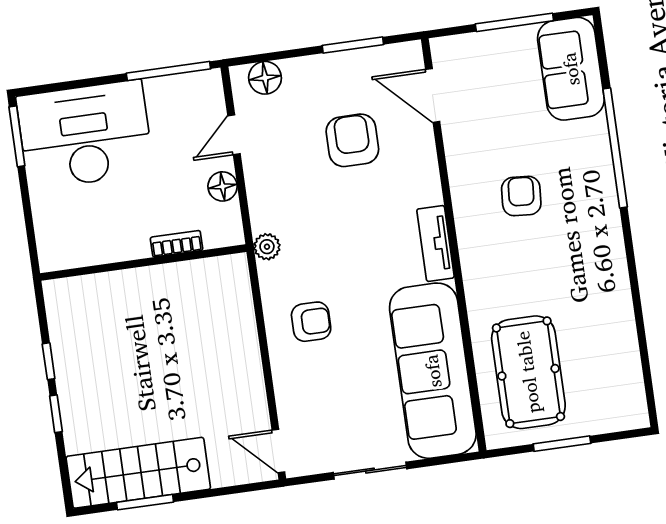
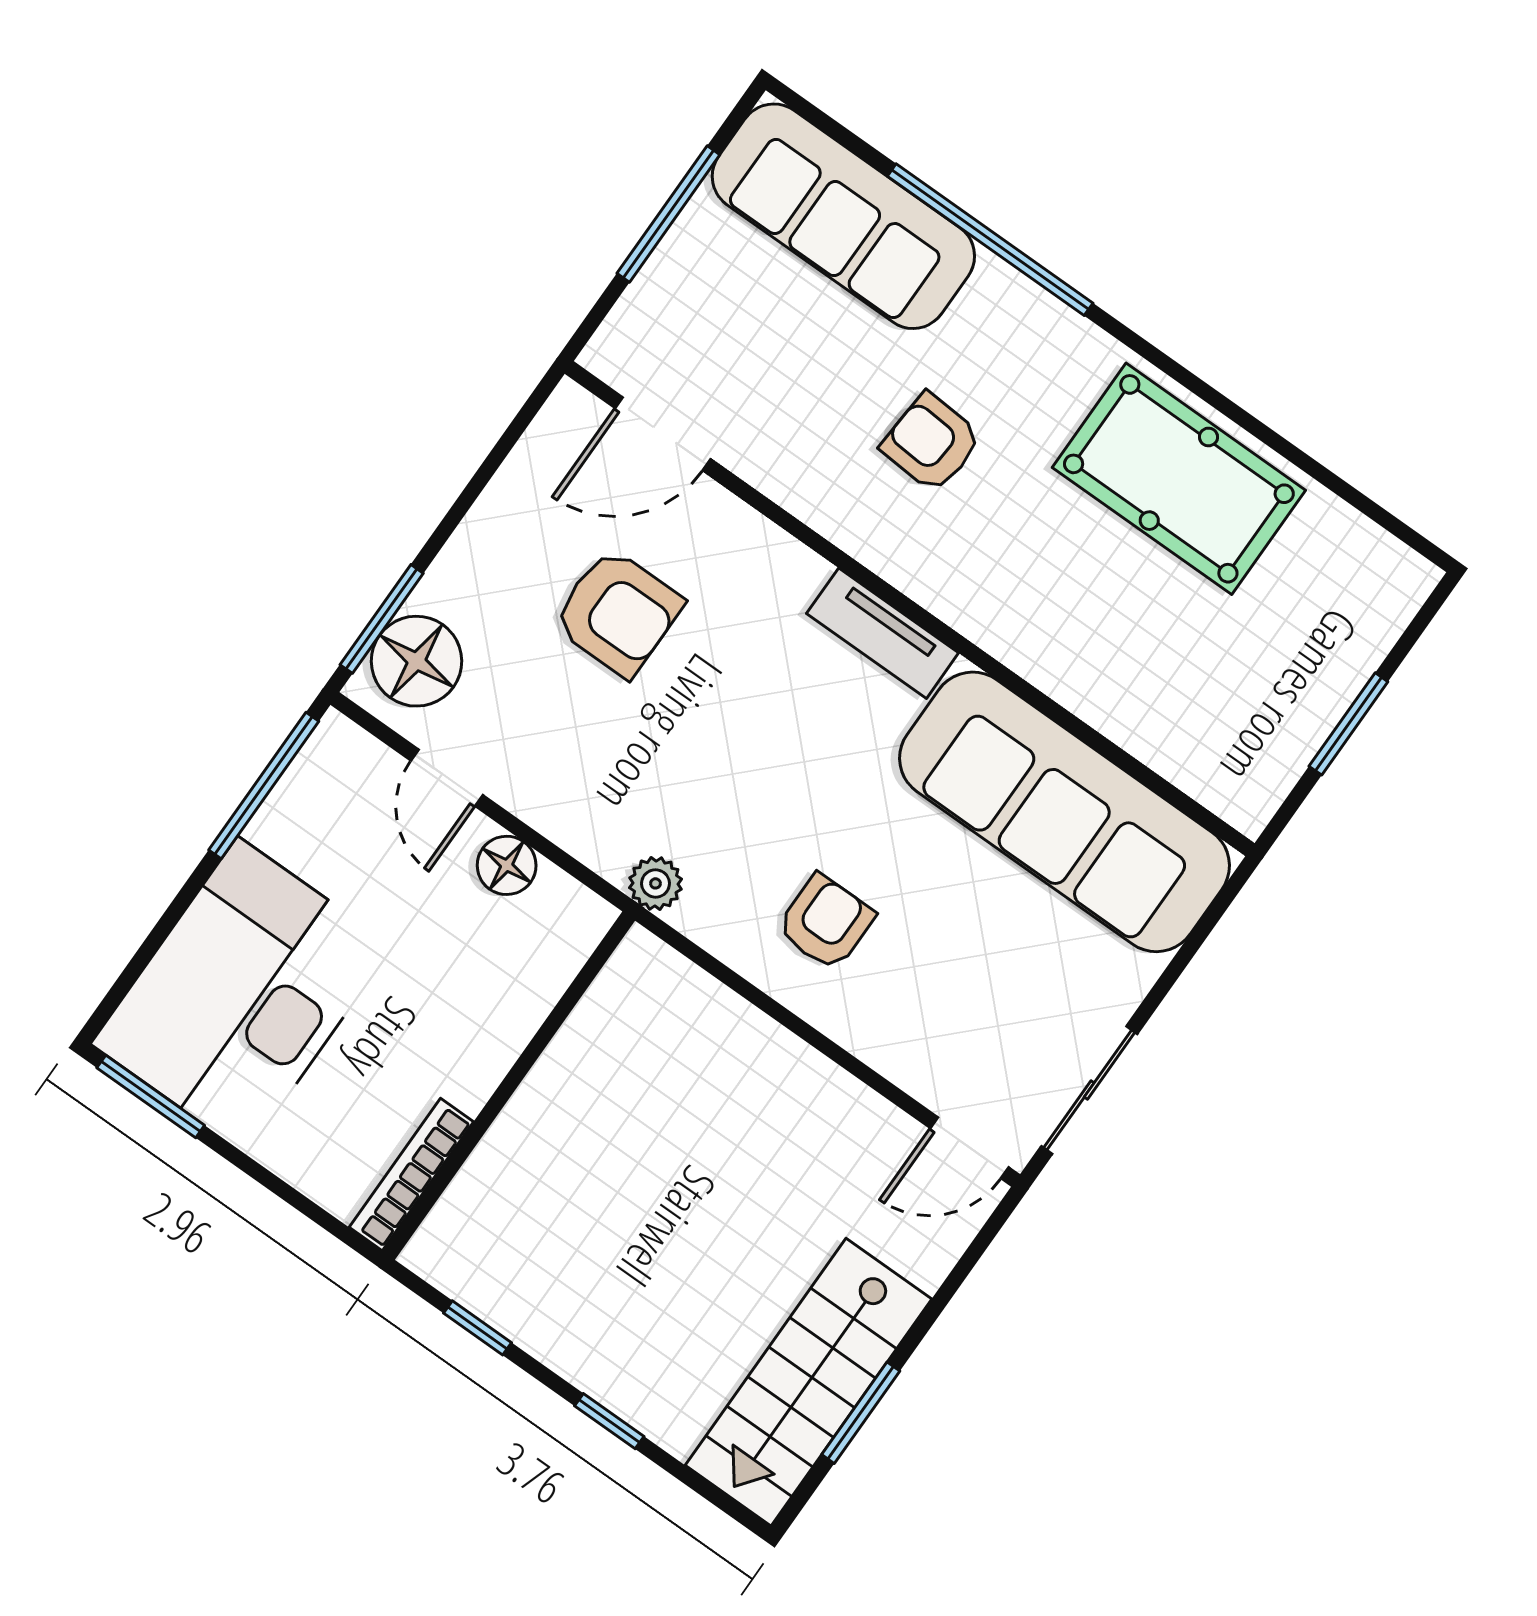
window: (353, 45) -> (382, 619), moved
sofa: (571, 69) -> (843, 216), width x1.36
floor lamp: (265, 78) -> (416, 661), width x1.38, depth x1.38
armchair: (352, 140) -> (618, 613), turned 180
bookcase: (177, 244) -> (411, 1175), moved, width x1.56
window: (49, 361) -> (478, 1328), moved
pool table: (528, 372) -> (1179, 479), moved
sliding door: (370, 471) -> (1089, 1090), moved

